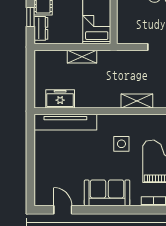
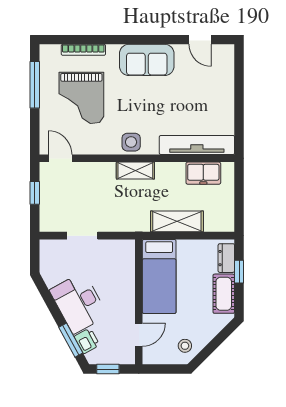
shelving: (82, 57) -> (177, 221), width x1.50, depth x1.33
shelving: (137, 101) -> (135, 171), moved
side table: (121, 144) -> (131, 142), moved

